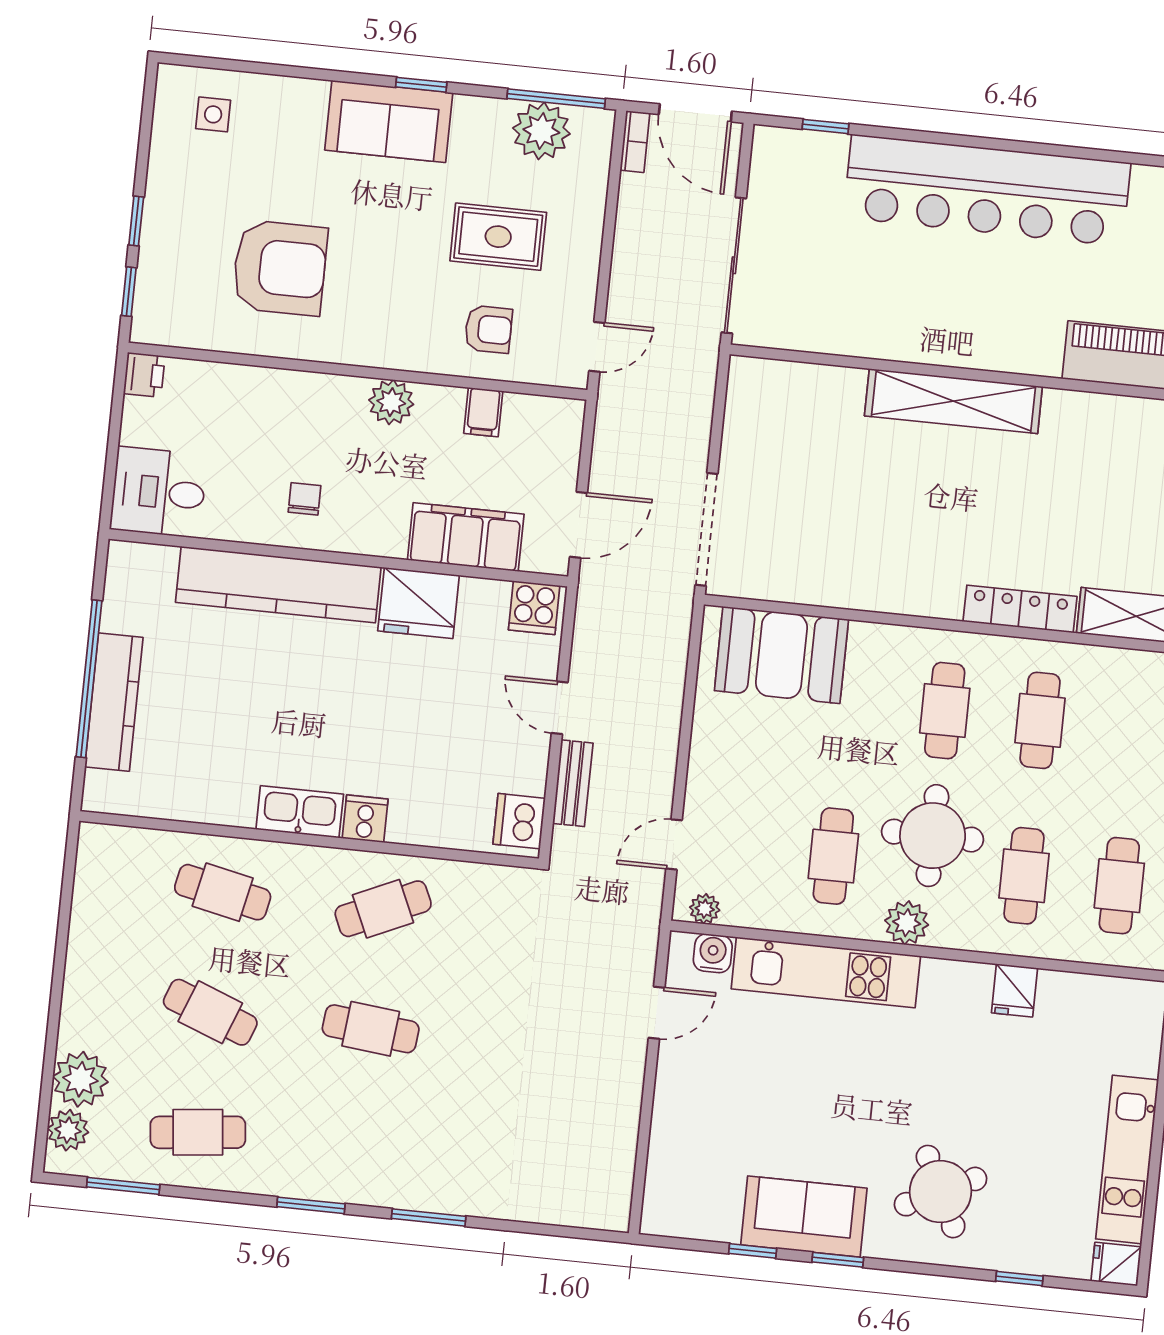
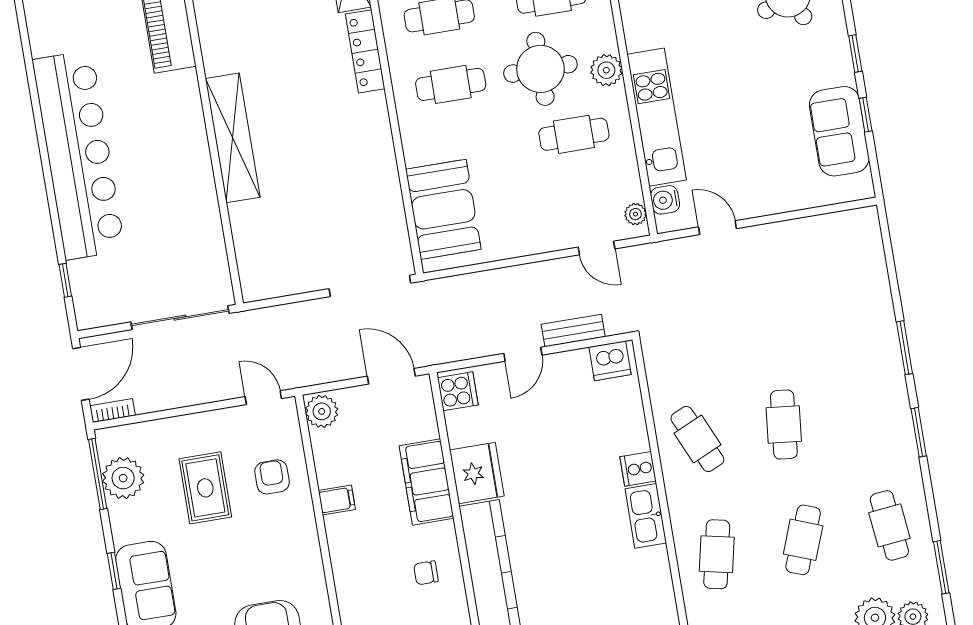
plant: (391, 402) -> (322, 411), moved
filing cabinet: (483, 412) -> (337, 500), moved
filing cabinet: (466, 537) -> (427, 482), moved
sofa: (804, 1216) -> (839, 131), moved

